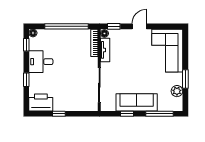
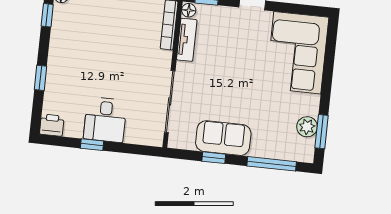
desk: (41, 62) -> (105, 120), moved, turned -90
window: (185, 79) -> (322, 132), moved
sofa: (137, 102) -> (223, 138), width x0.73
printer: (41, 103) -> (52, 125), width x0.53, depth x0.68

